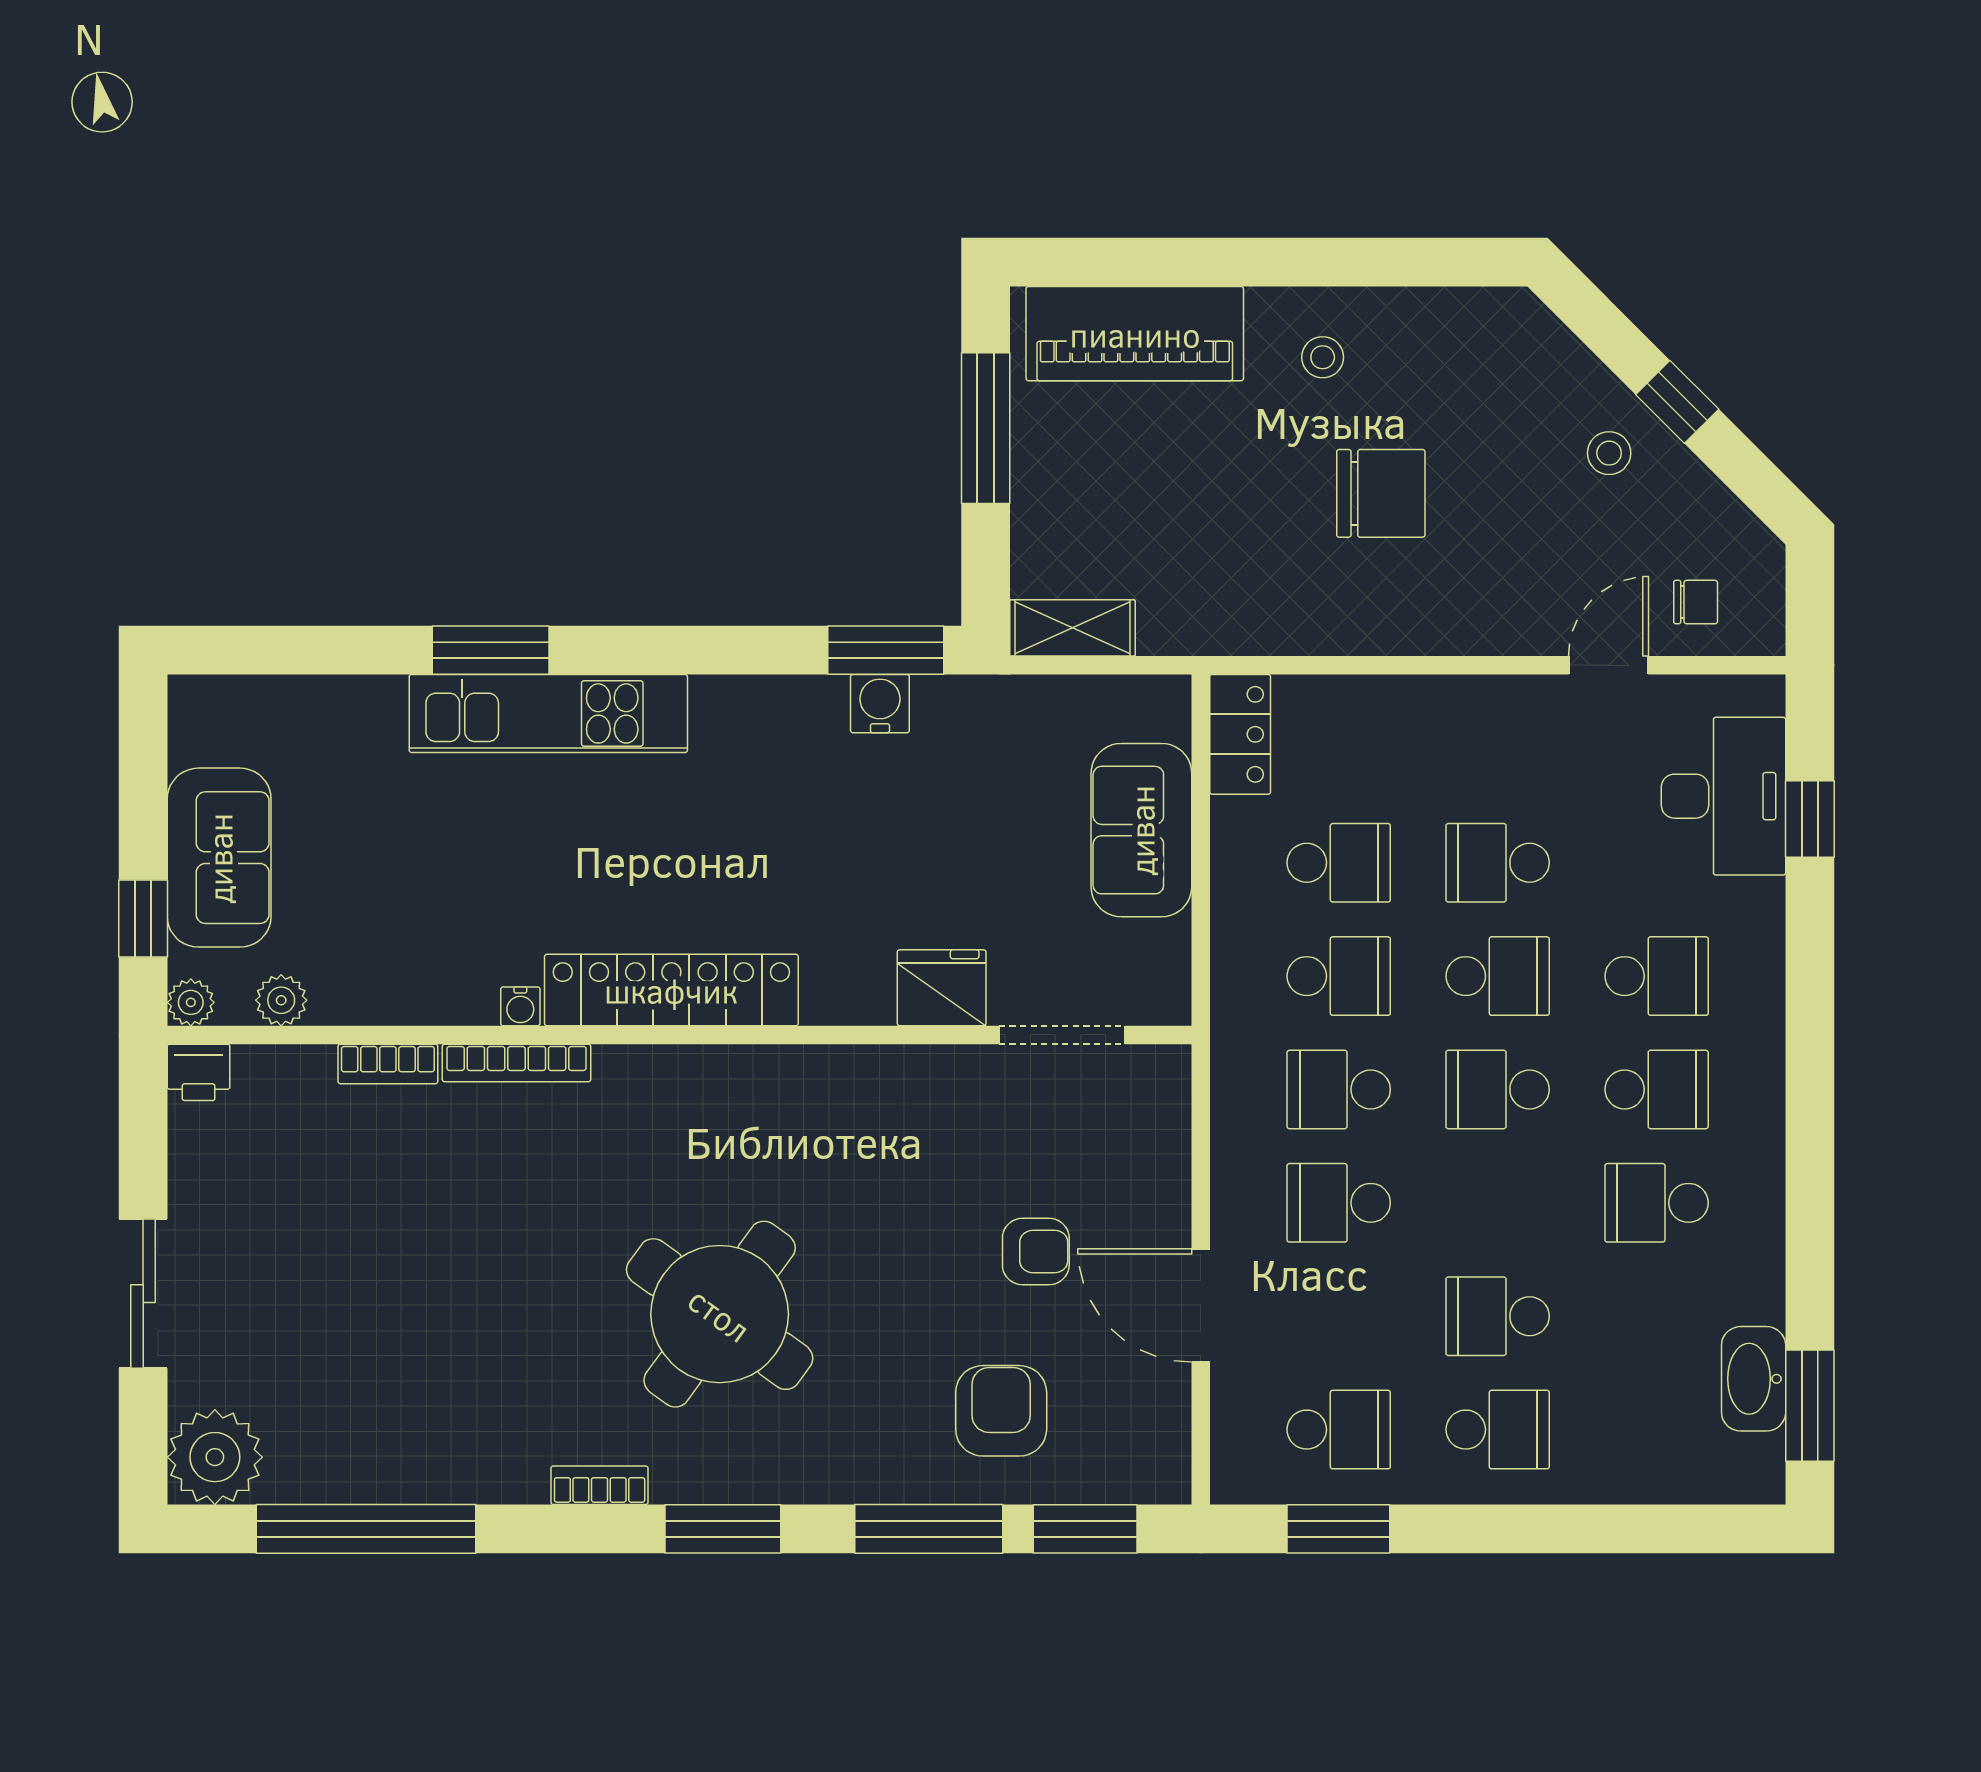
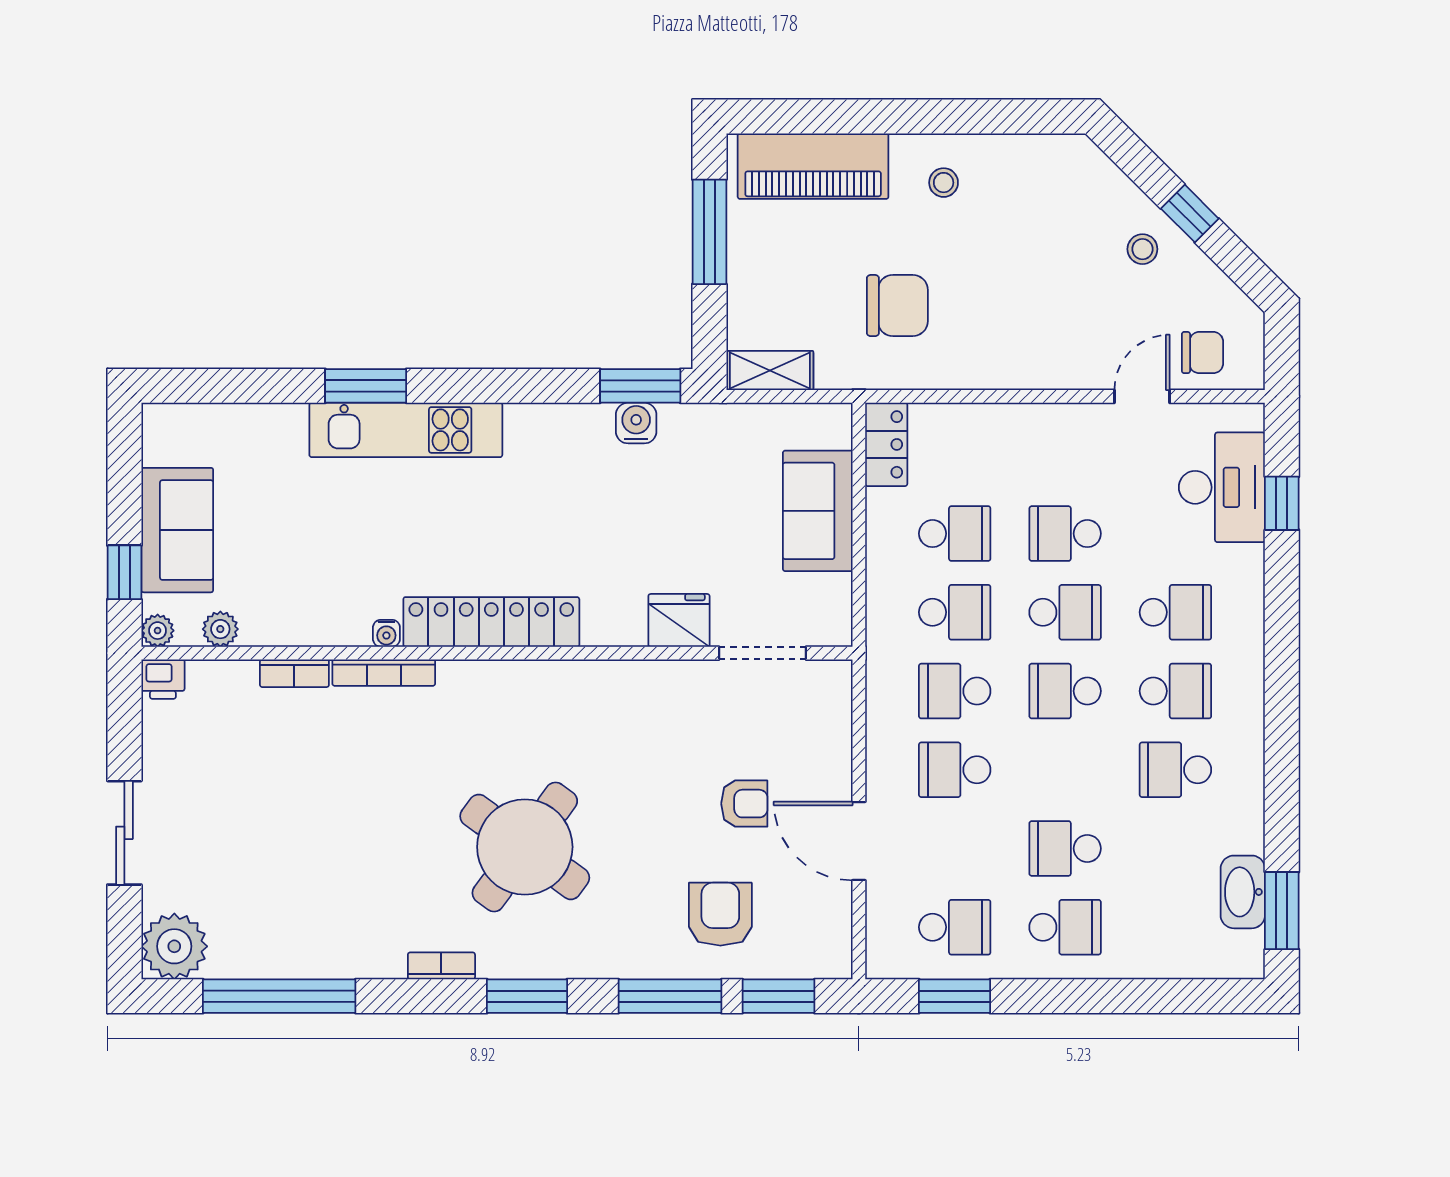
chair: (1381, 493) -> (897, 306), moved
chair: (1696, 602) -> (1203, 353), width x1.37, depth x1.37

